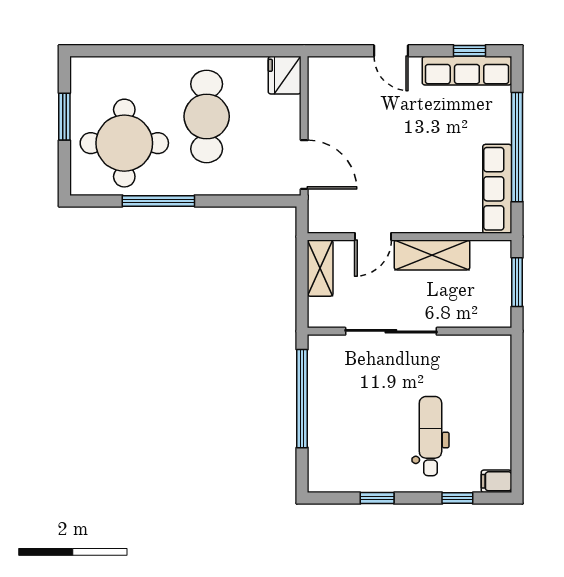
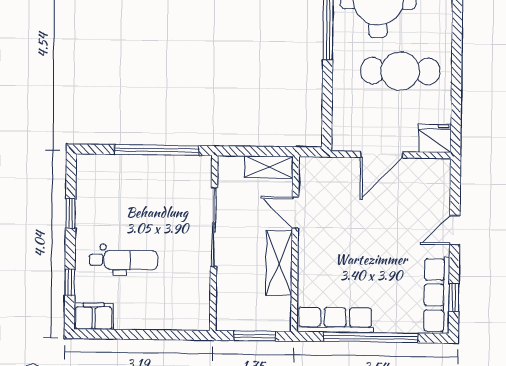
door: (304, 165) -> (381, 155), moved
filing cabinet: (496, 481) -> (94, 316), width x2.00

